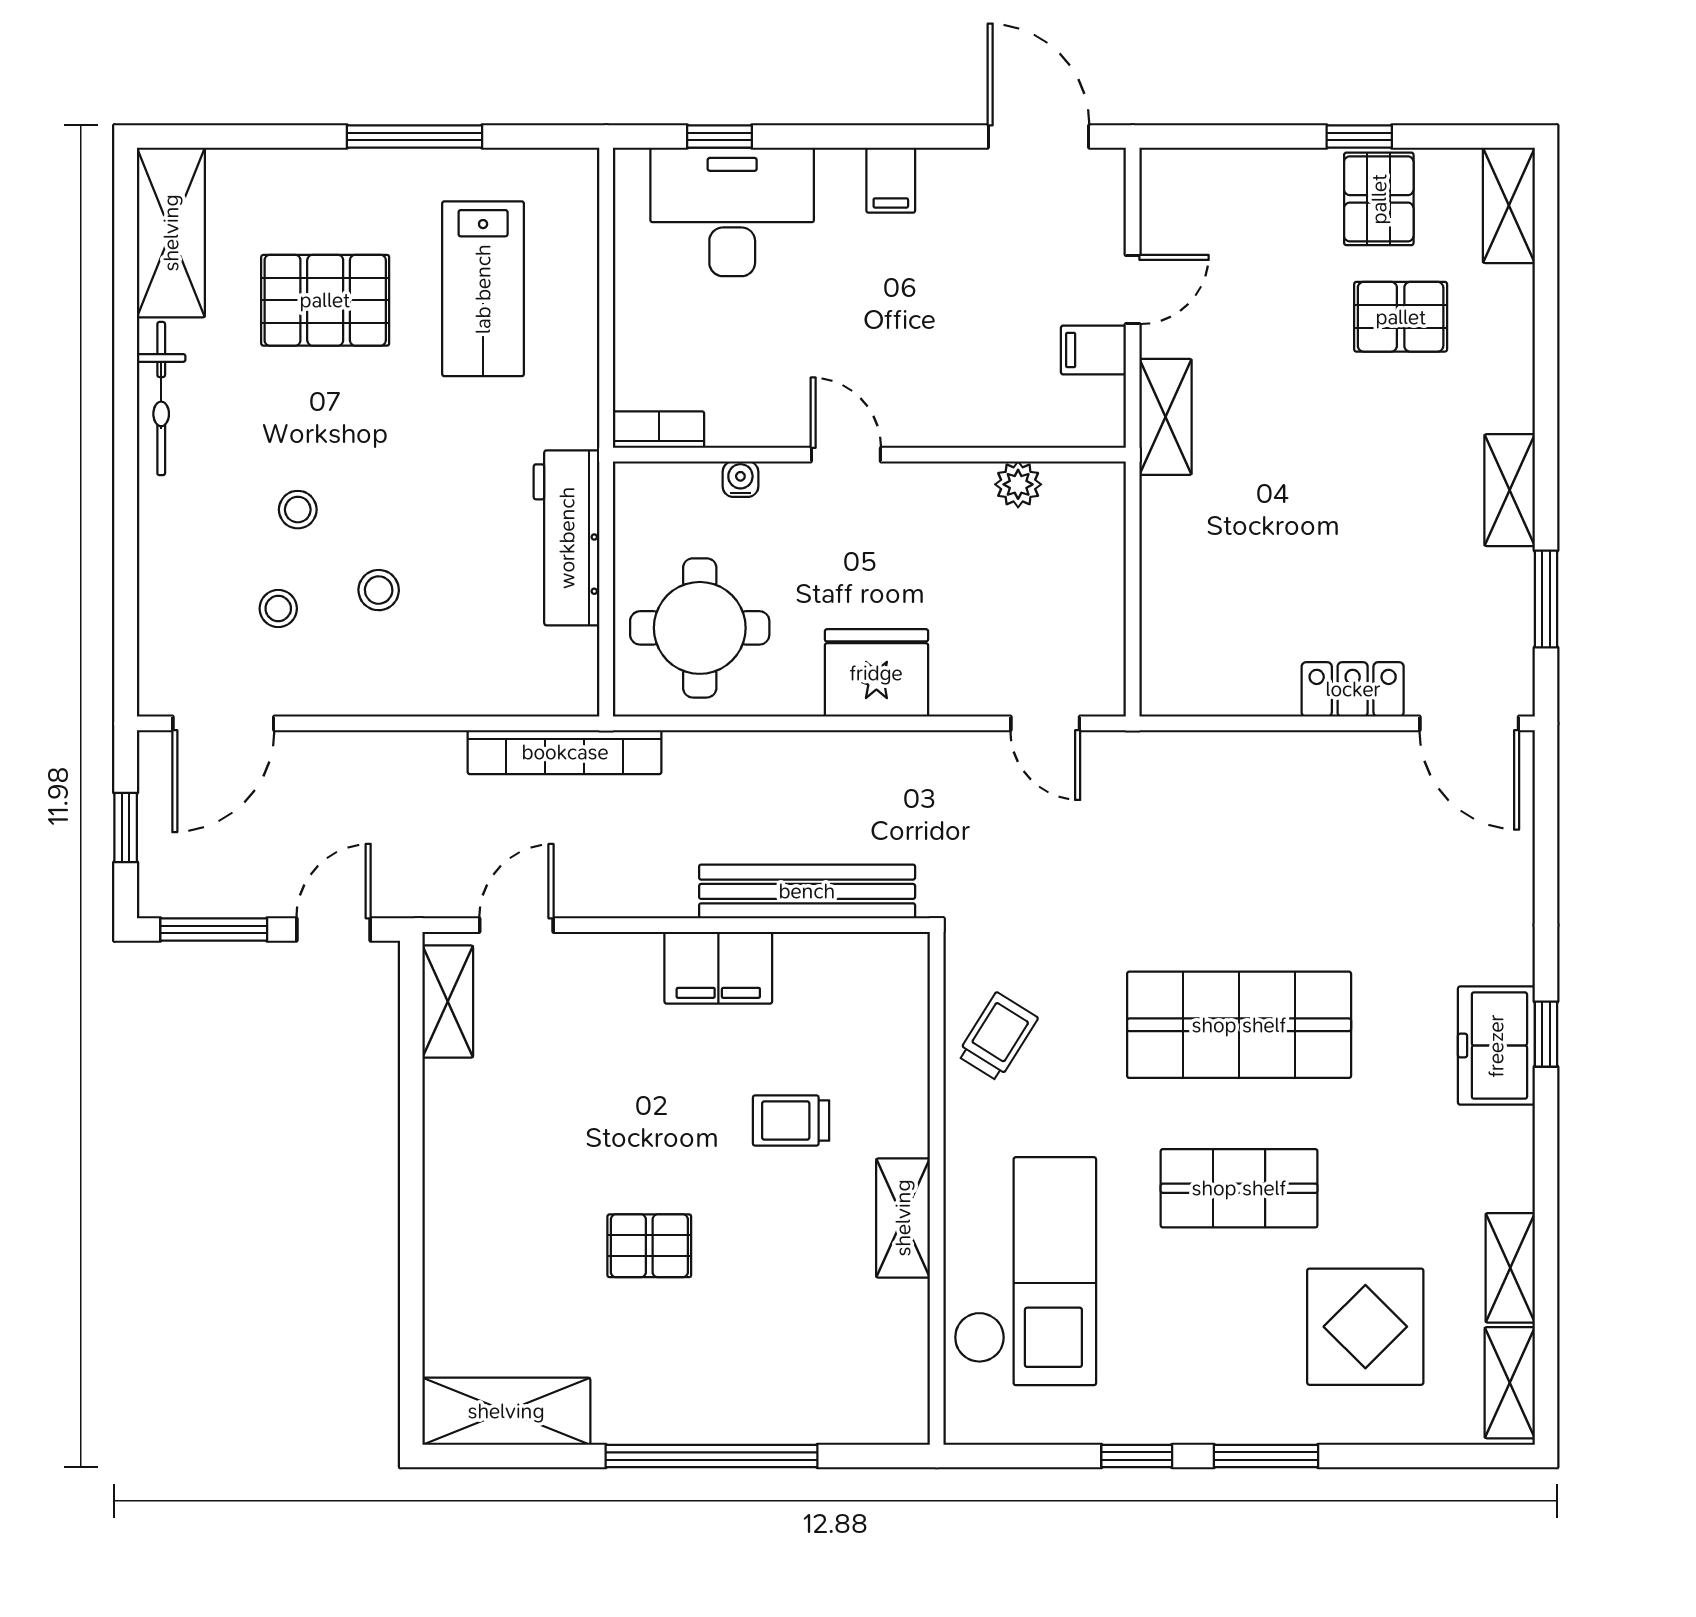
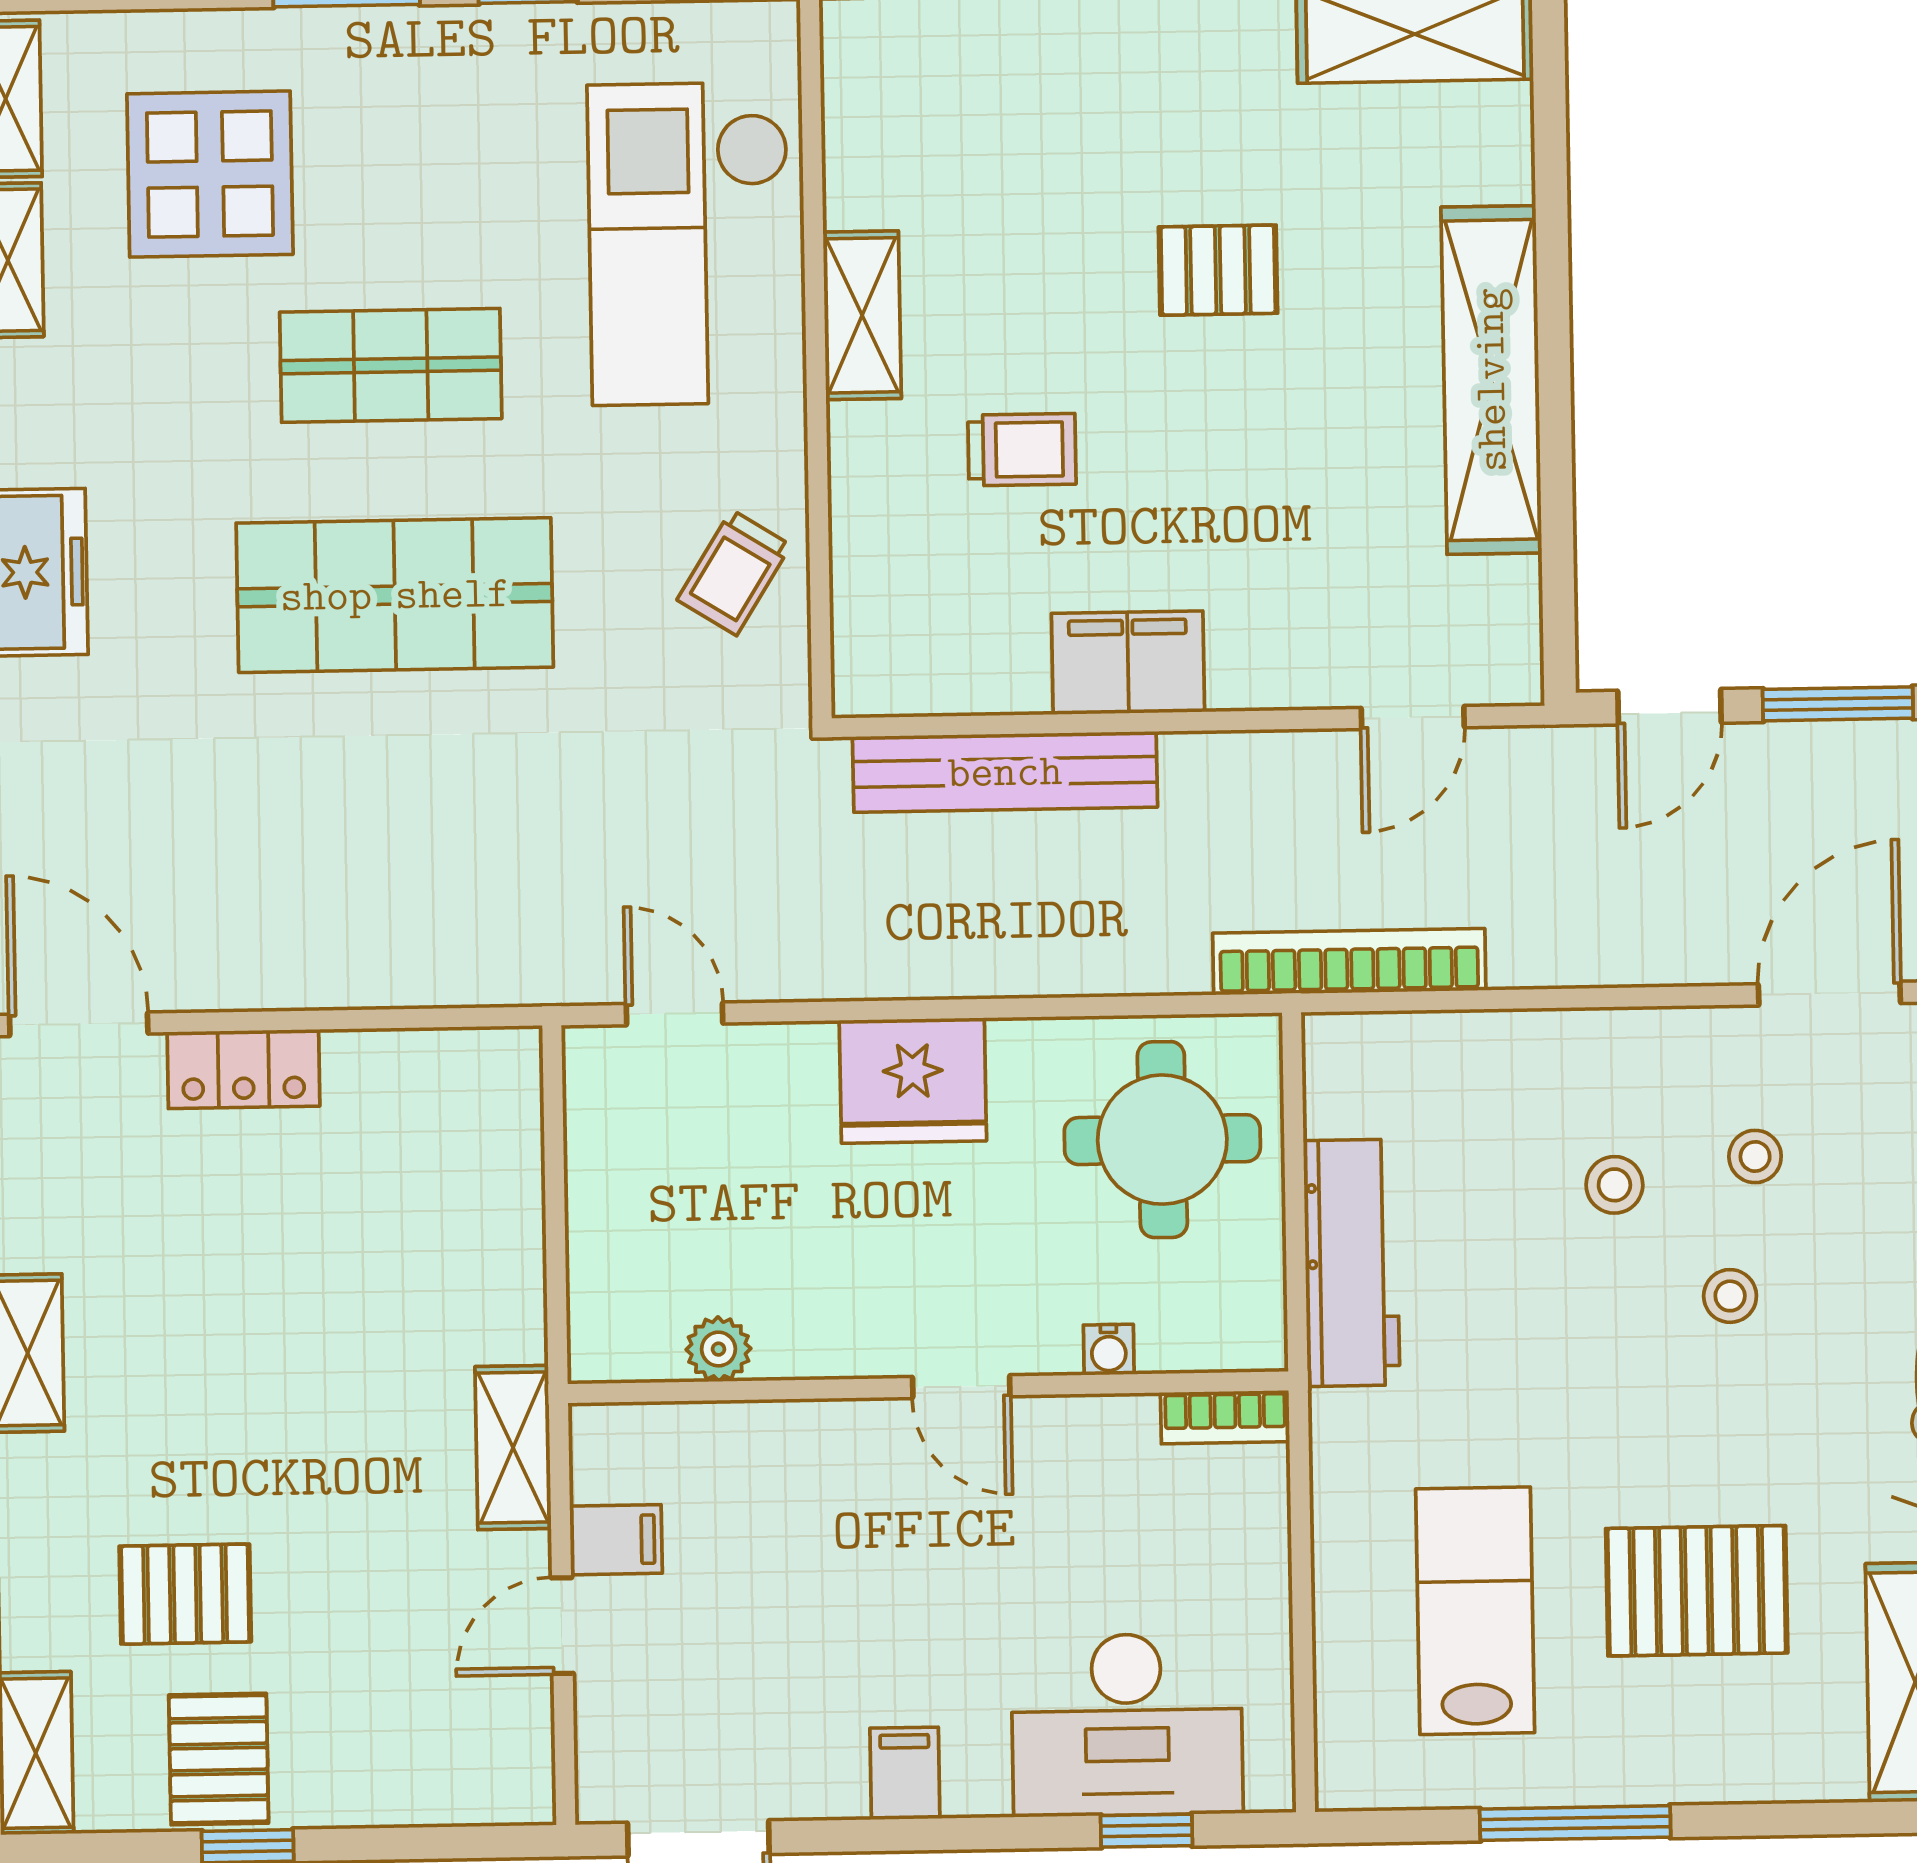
shelving: (448, 1002) -> (1491, 380), moved, width x2.20, depth x1.33

